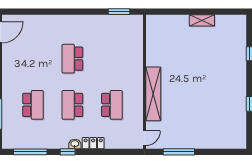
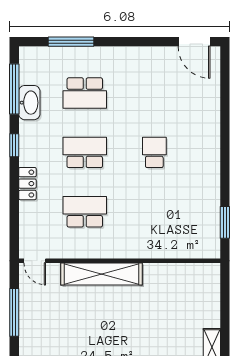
school desk: (72, 59) -> (154, 152), width x0.54
school desk: (112, 105) -> (85, 212), turned 180
washbasin: (75, 144) -> (29, 103), moved, width x1.91, depth x1.45

